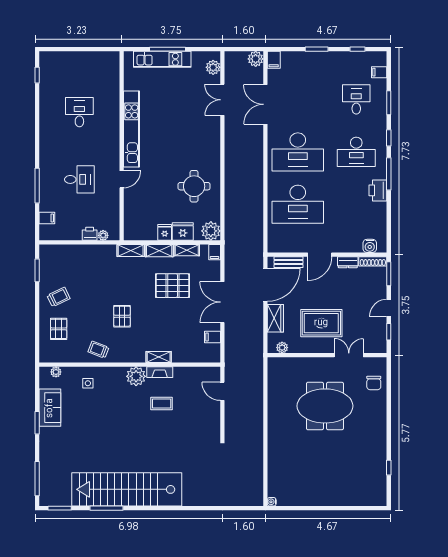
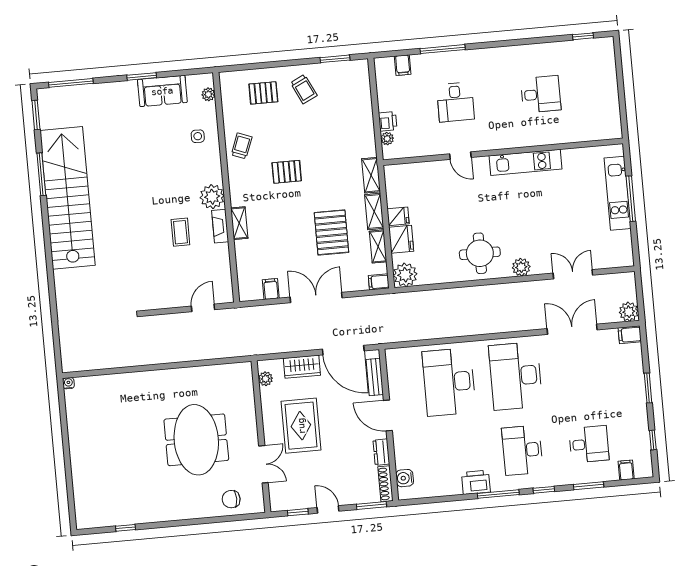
plant: (213, 67) -> (521, 267), moved
kitchen unit: (132, 129) -> (525, 162), width x0.73
round table: (194, 186) -> (480, 253), moved

